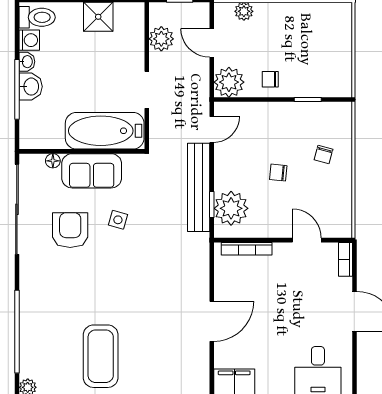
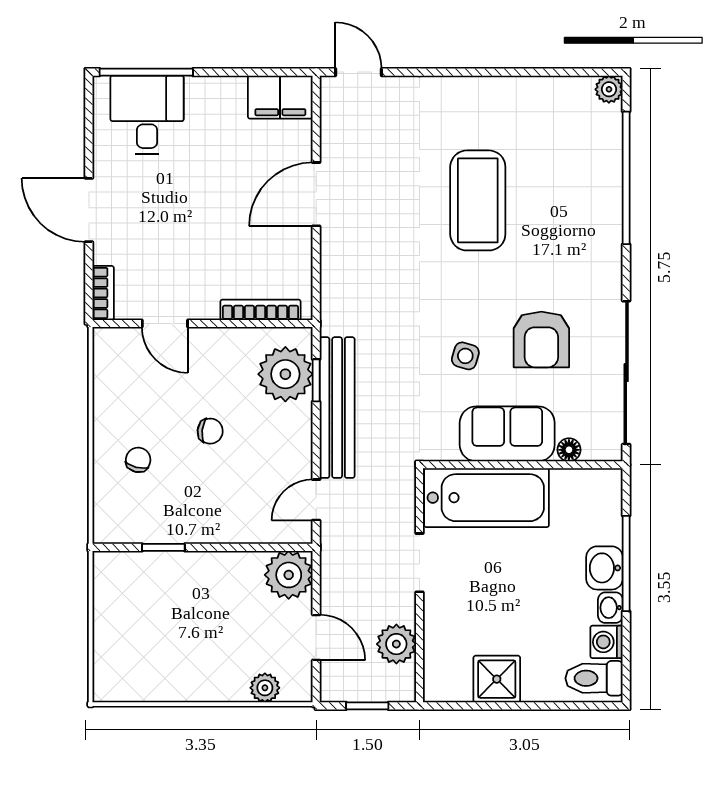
chair: (270, 79) -> (223, 580), removed
coffee table: (101, 356) -> (478, 200), moved

